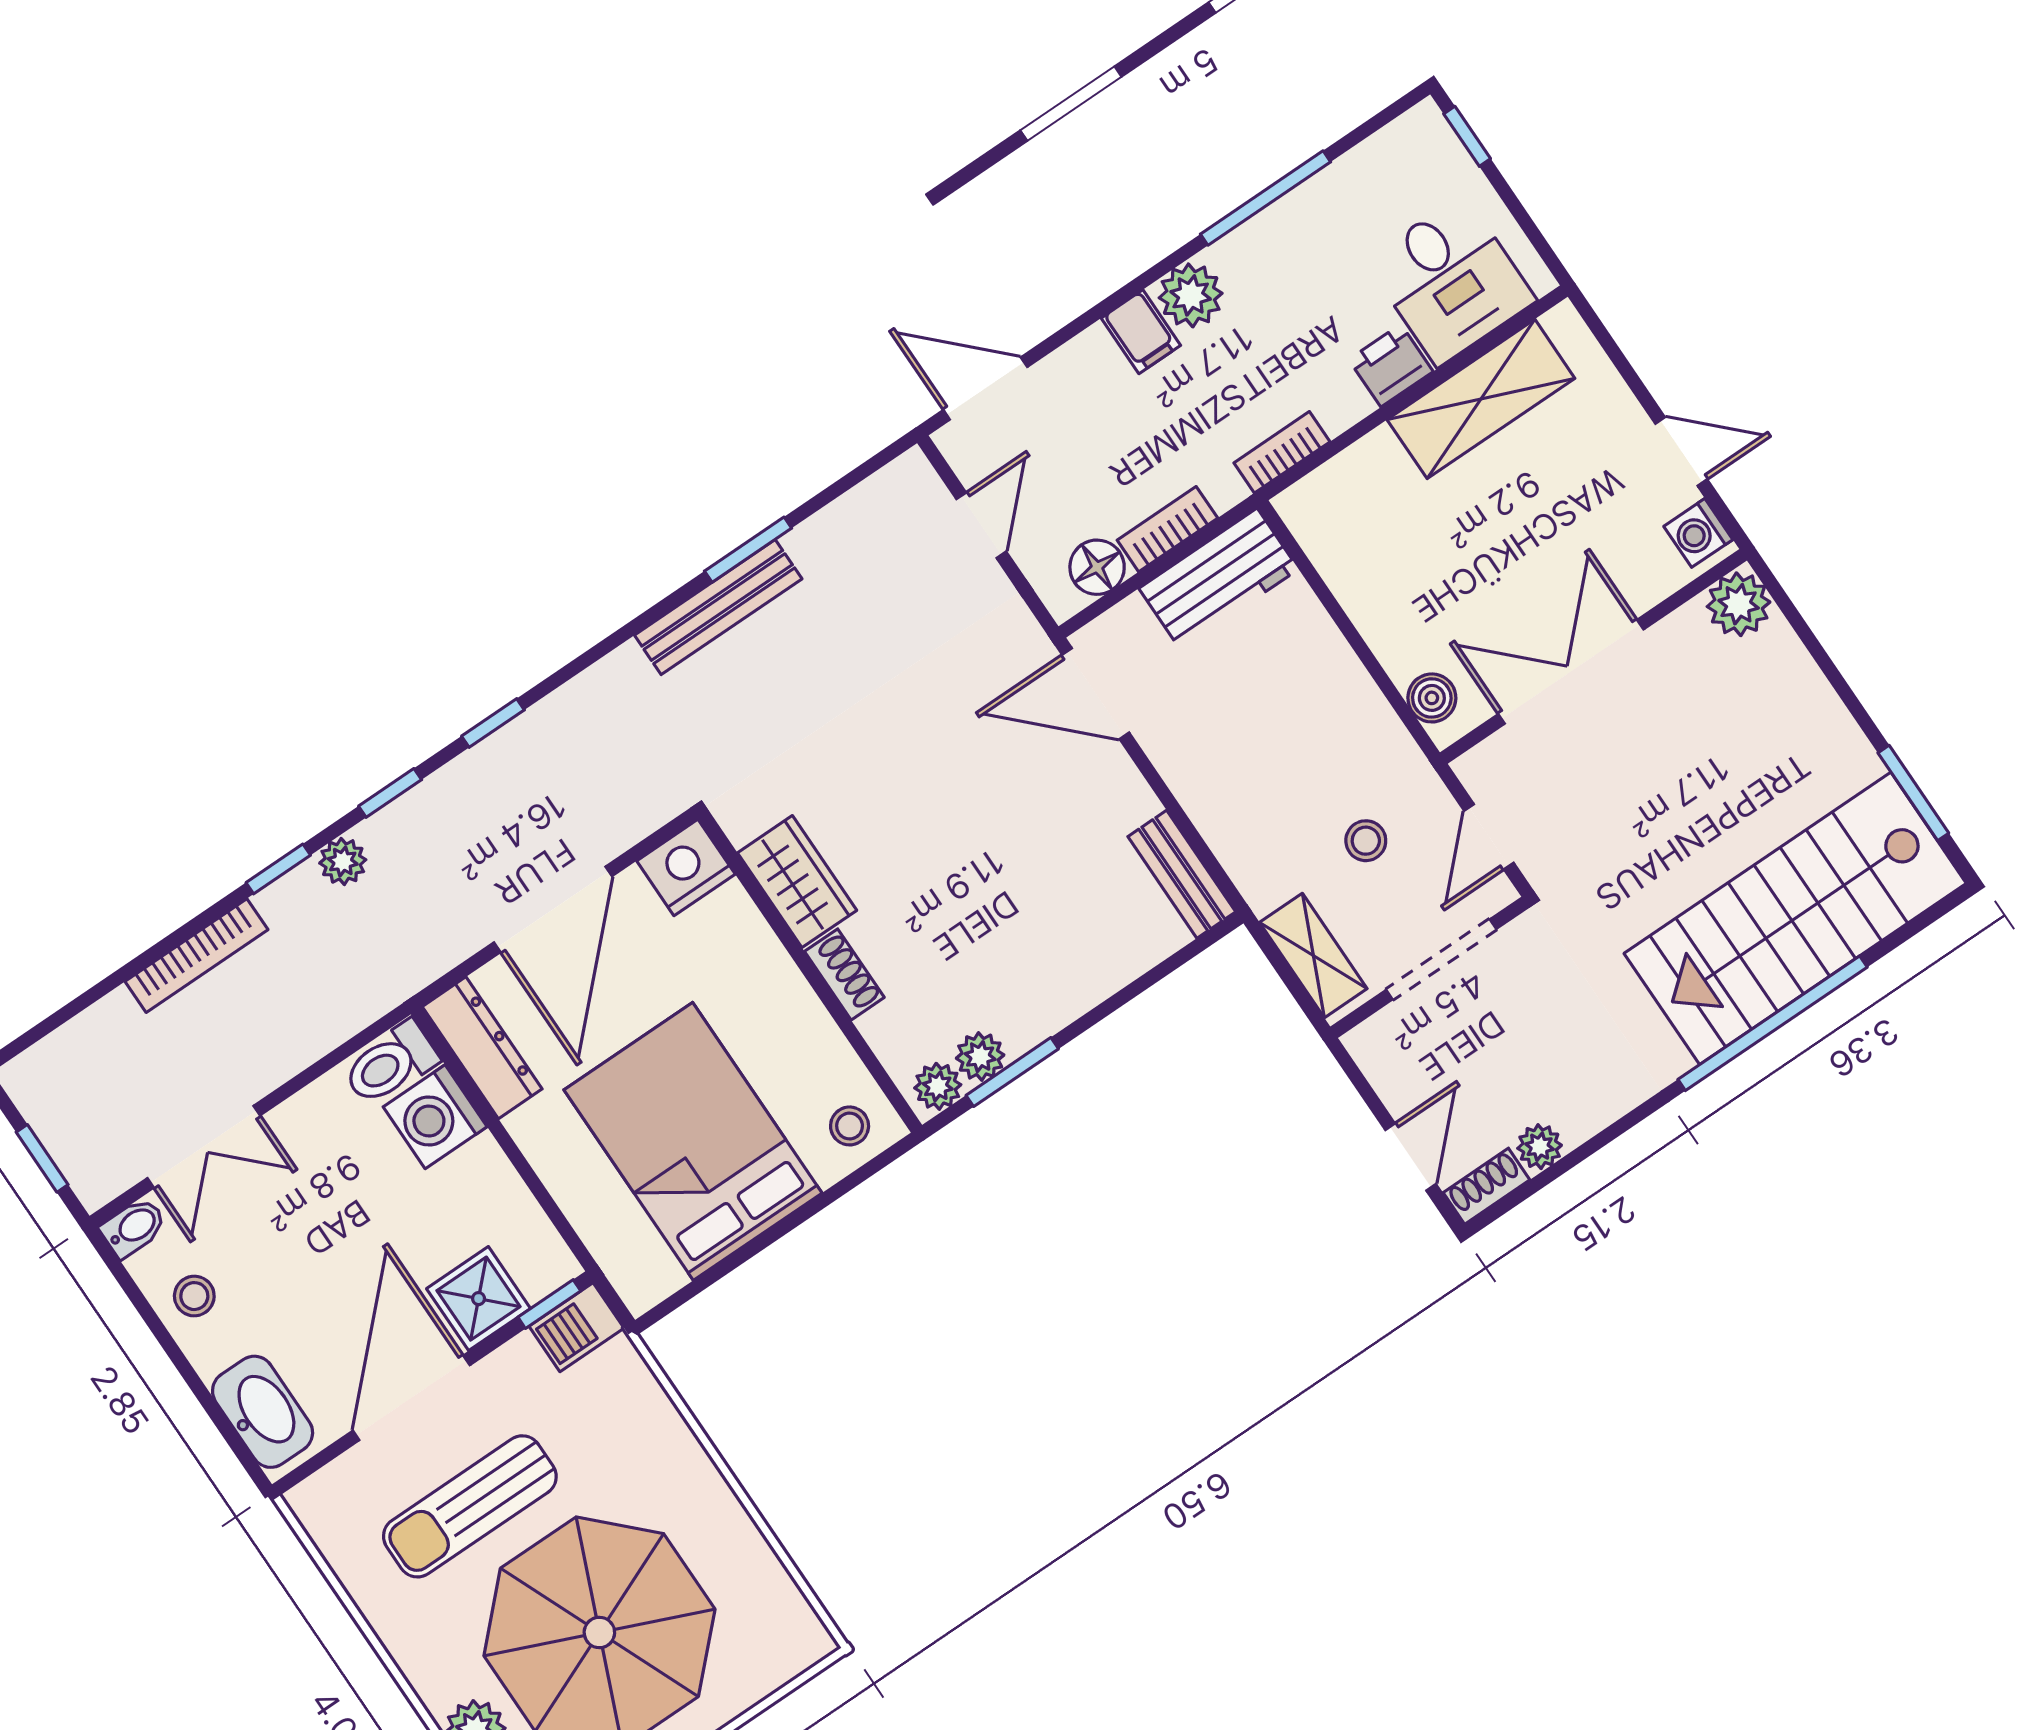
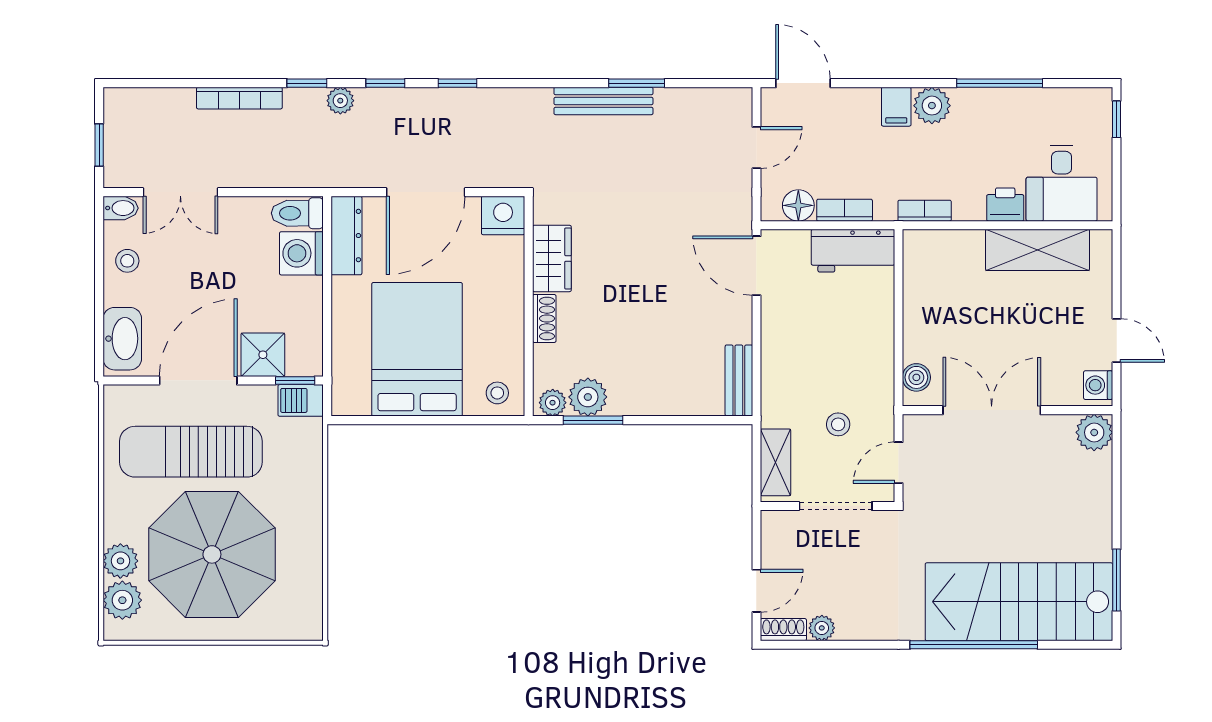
plant: (980, 1057) -> (588, 397), width x1.38, depth x1.38
sun lounger: (470, 1506) -> (191, 452), width x1.36, depth x1.34

